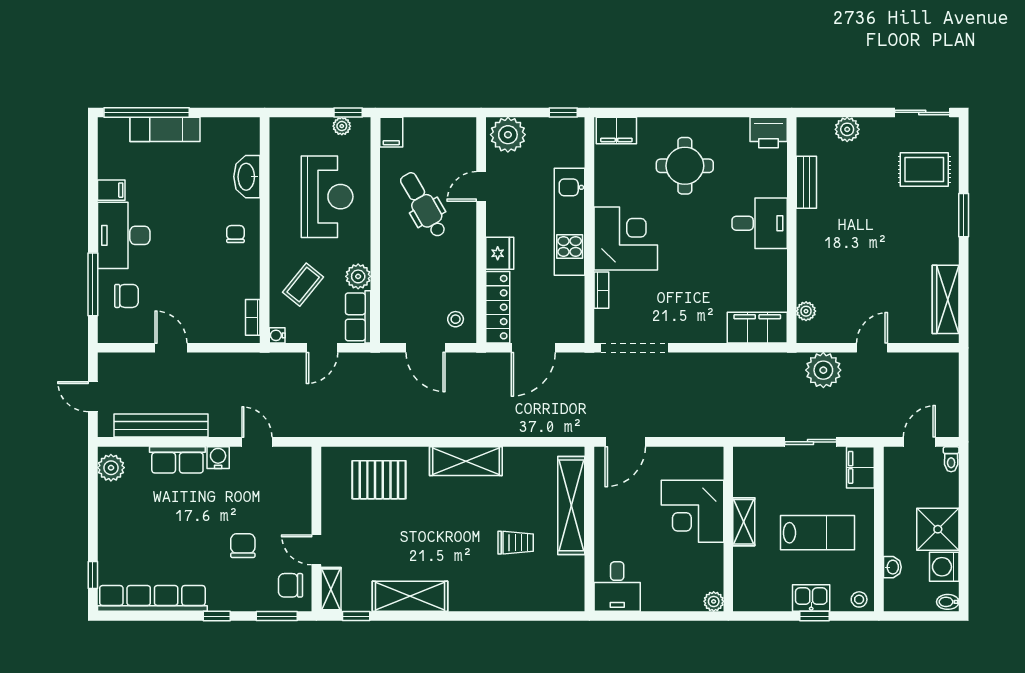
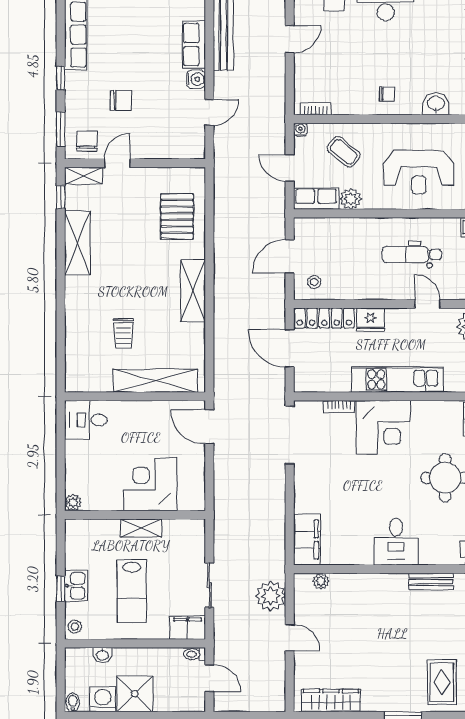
washbasin: (247, 177) -> (436, 104), width x0.72
dental chair: (423, 205) -> (412, 254), turned -150
toilet: (951, 459) -> (195, 654), moved

